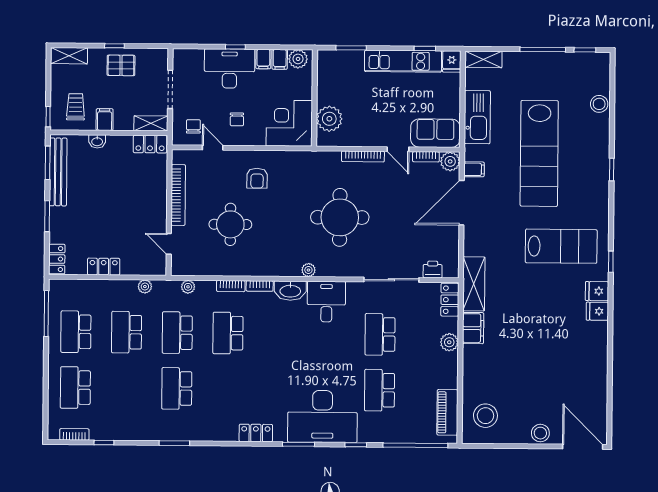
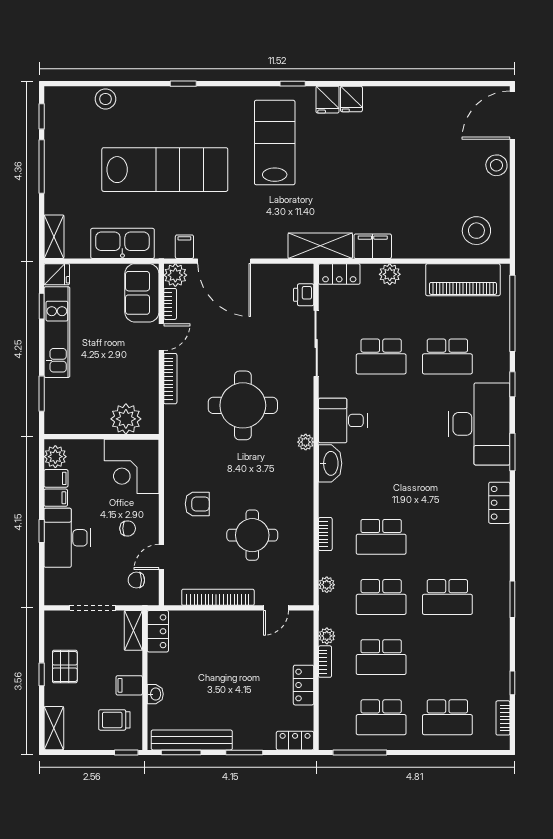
bookcase: (260, 286) -> (325, 662), moved
piano: (447, 412) -> (463, 280), width x1.37, depth x1.33

